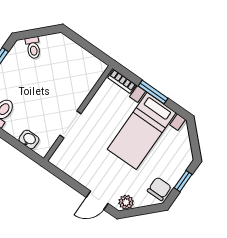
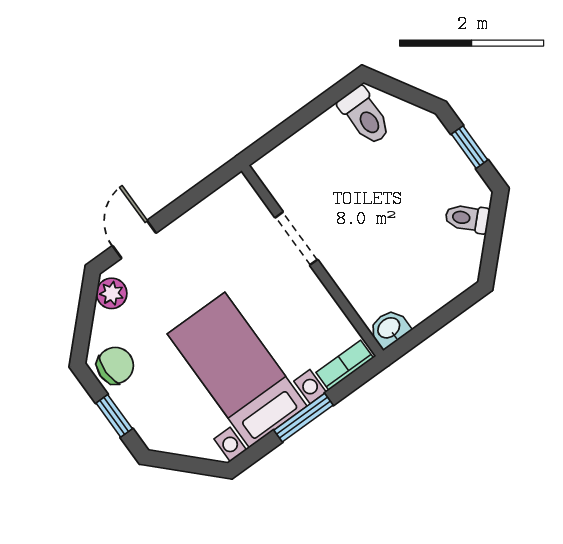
washbasin: (29, 139) -> (389, 329), moved, turned 180
chair: (159, 189) -> (115, 366), turned -90

